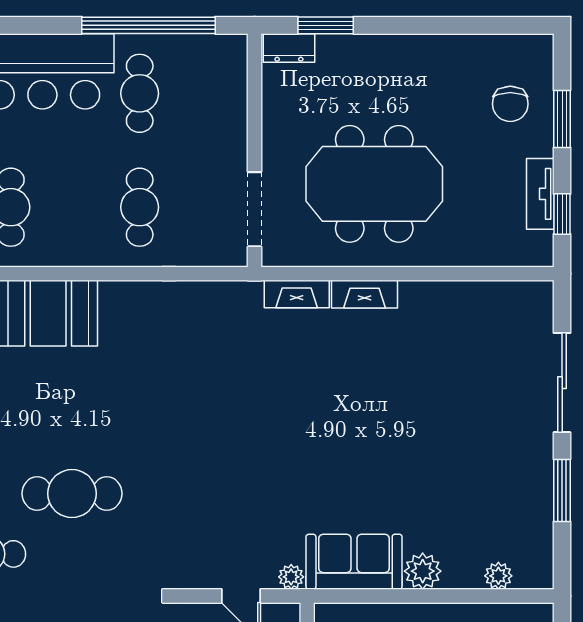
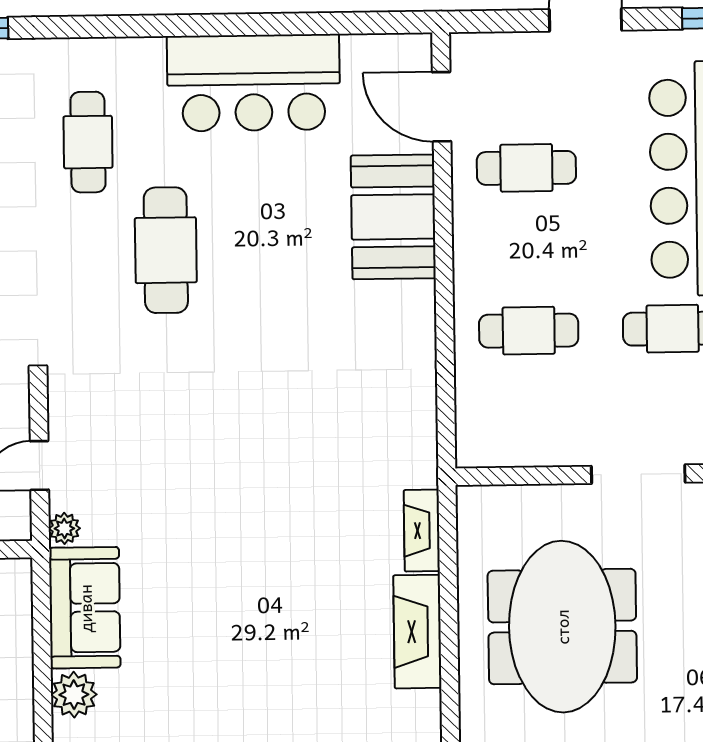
doorway: (254, 209) -> (638, 474), moved
fireplace: (364, 294) -> (417, 632), width x1.37, depth x1.32

